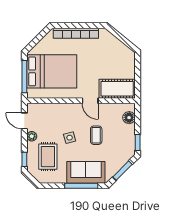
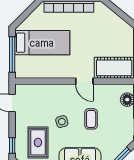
bed: (52, 71) -> (42, 43), width x0.67
plant: (32, 136) -> (20, 120), removed

